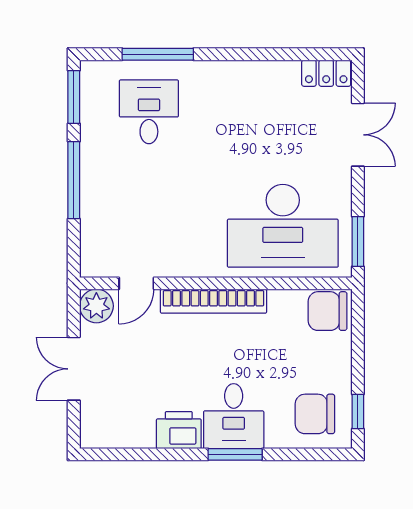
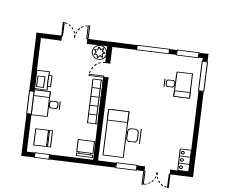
window: (158, 54) -> (203, 76), moved
window: (358, 241) -> (126, 166), moved
door: (136, 283) -> (107, 70), hinge flipped
chair: (315, 414) -> (43, 138), turned -90

